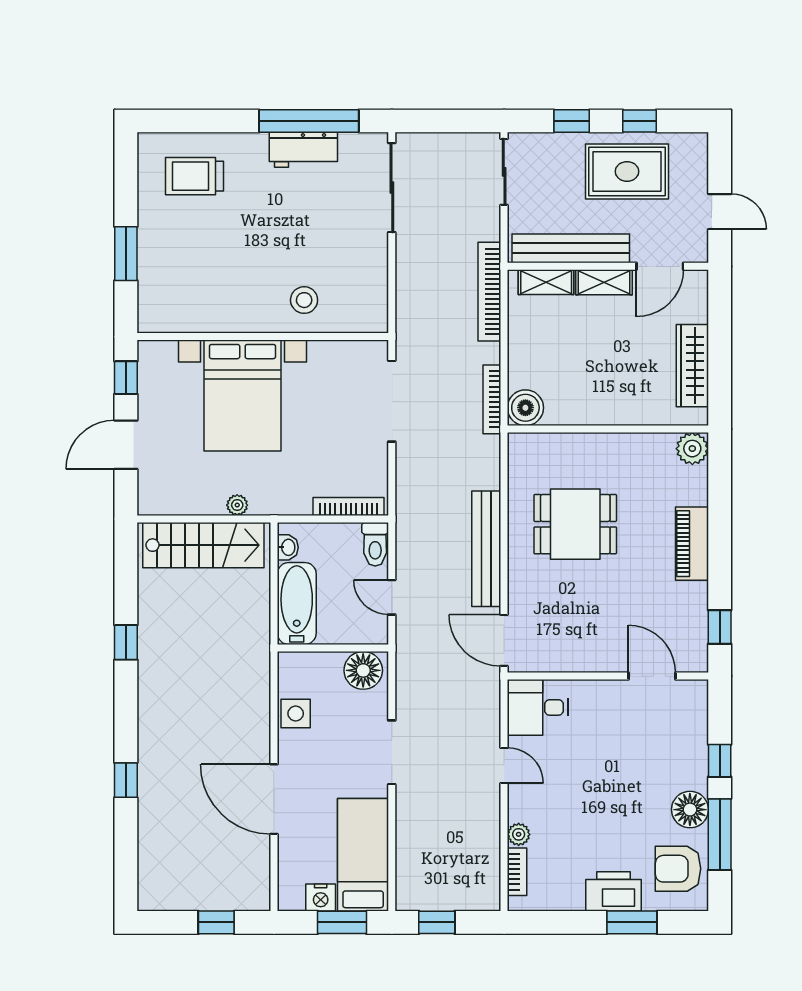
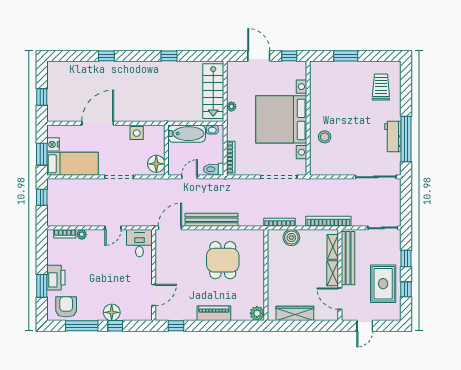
bed with nightstands: (242, 395) -> (281, 119), width x1.36
boiler: (525, 408) -> (291, 238), moved
floor lamp: (690, 810) -> (112, 312), moved

